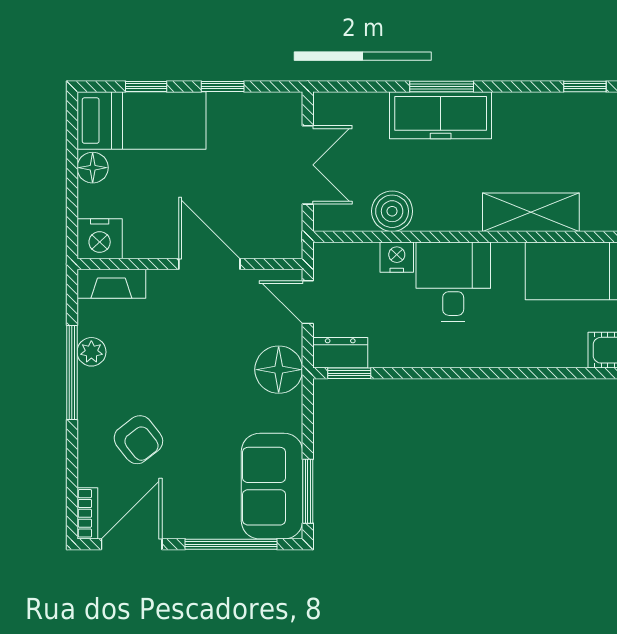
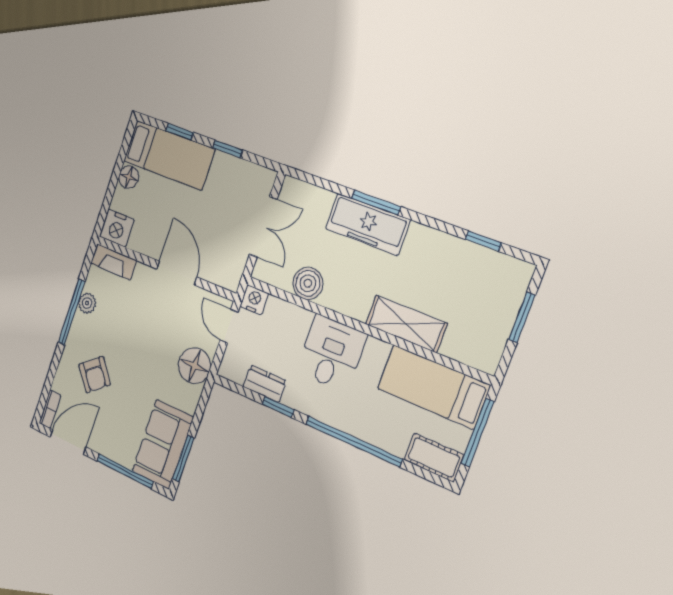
nightstand: (397, 257) -> (254, 300), moved
dresser: (340, 353) -> (265, 384), moved
window: (349, 373) -> (278, 407), moved
window: (520, 373) -> (353, 441), added

